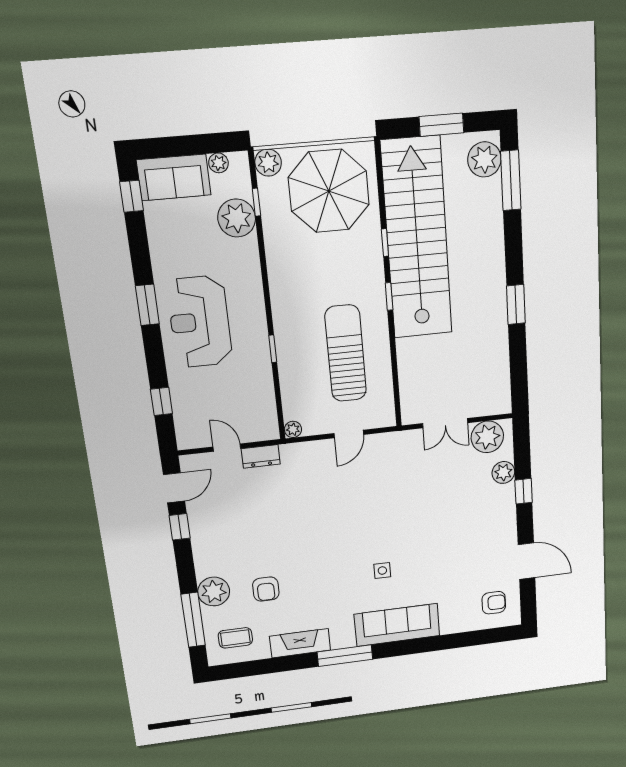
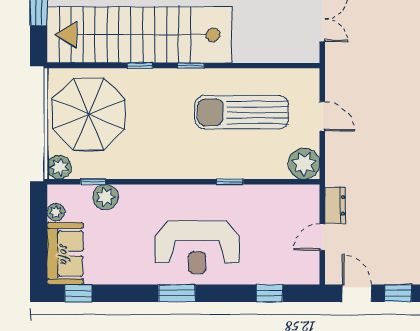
plant: (237, 218) -> (106, 197), width x0.73, depth x0.73
plant: (293, 429) -> (304, 164), width x1.88, depth x1.88

